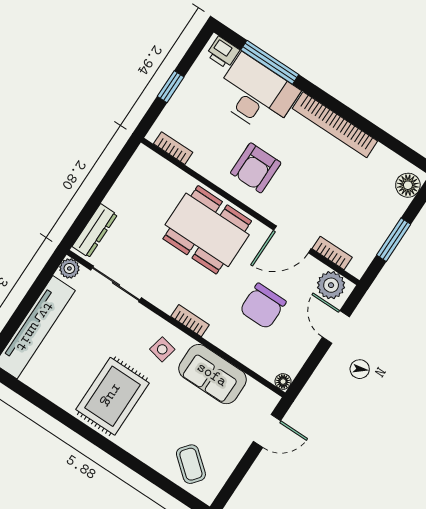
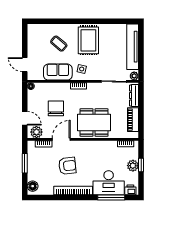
plant: (187, 96) -> (133, 166), added
armchair: (256, 168) -> (67, 166), moved, turned 84
piano: (128, 185) -> (133, 120), added
door: (267, 431) -> (25, 65), hinge flipped
coffee table: (191, 464) -> (59, 44), moved

